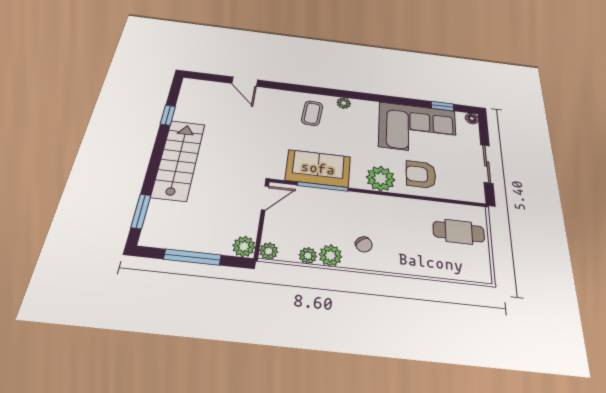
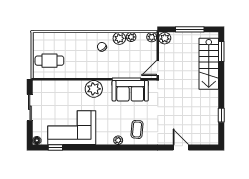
stairs: (179, 160) -> (209, 64), moved
armchair: (421, 174) -> (70, 95), removed

